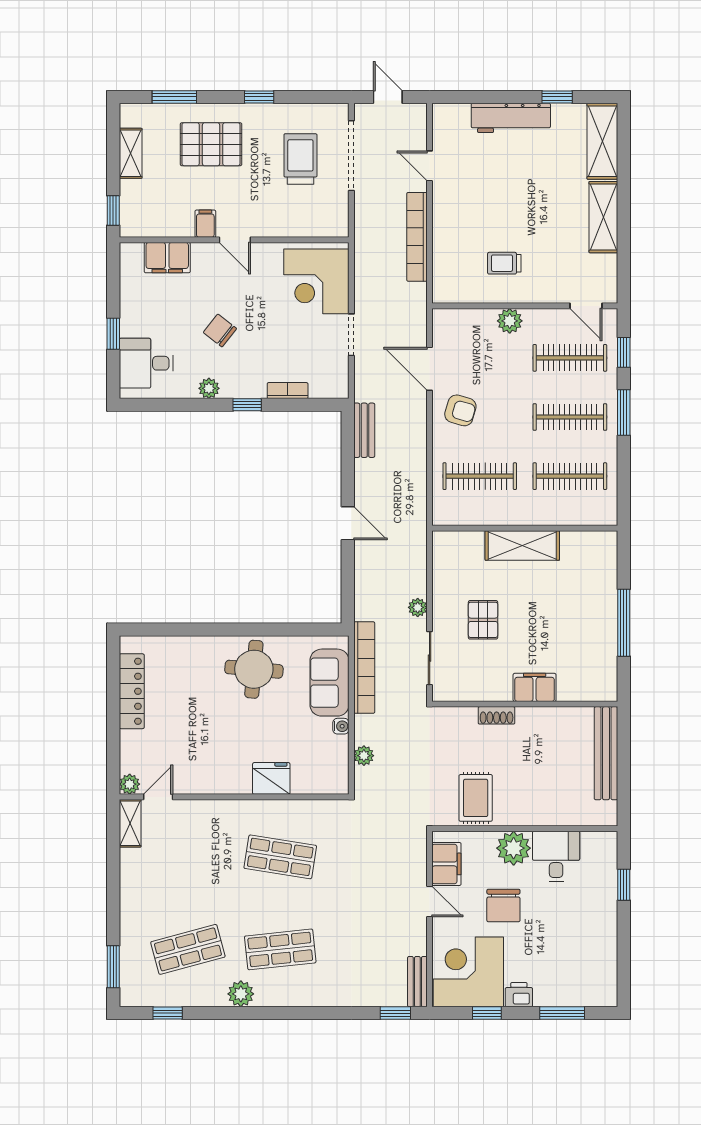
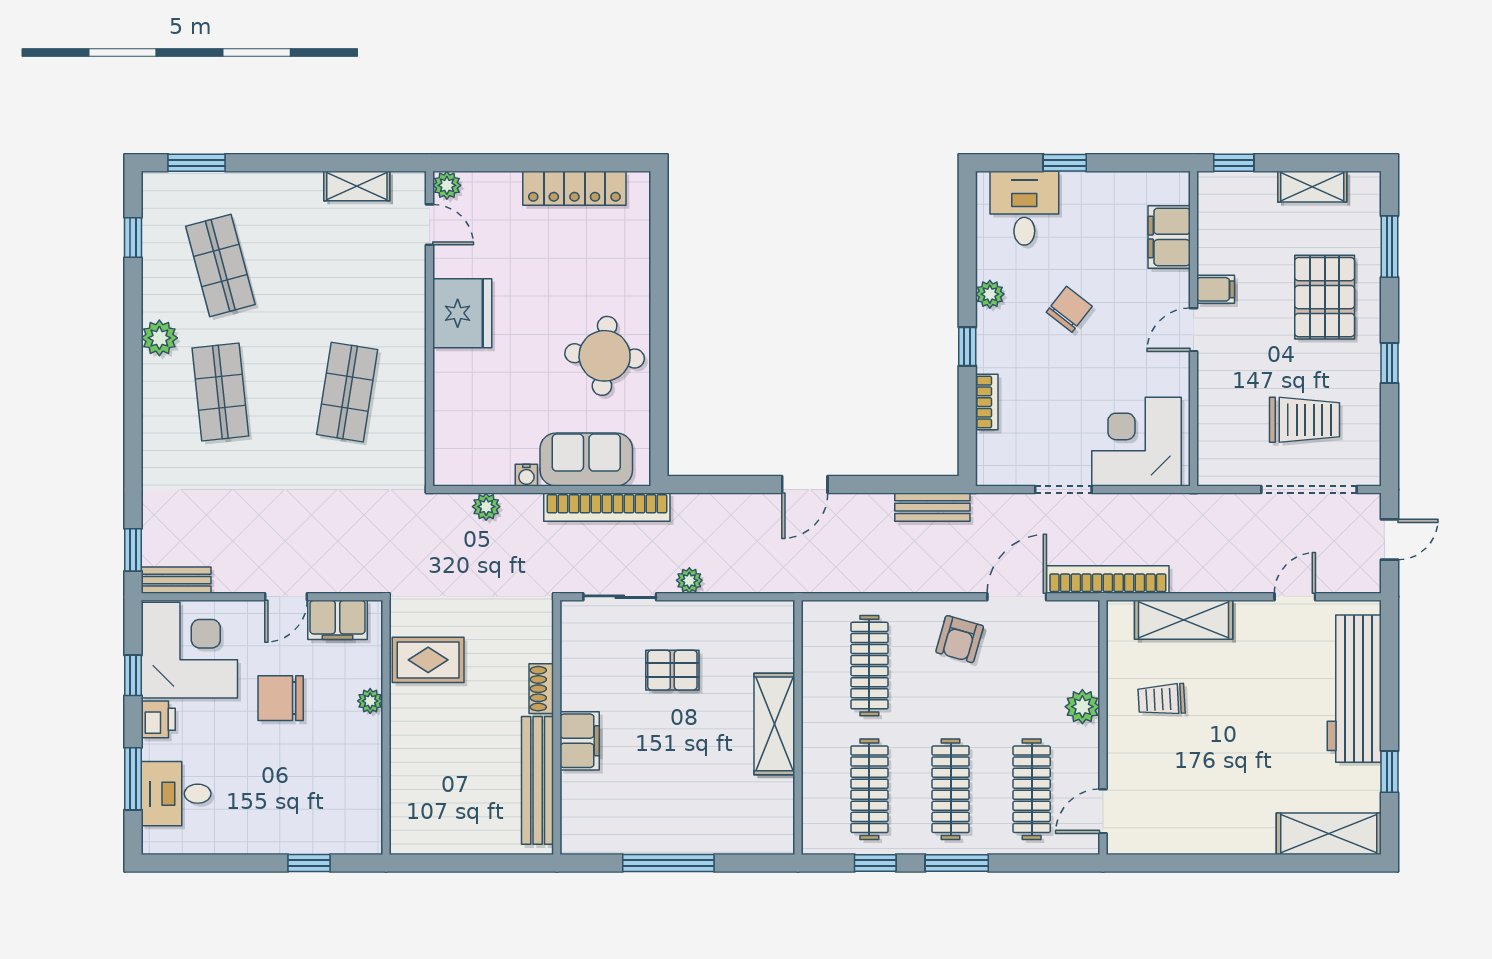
workbench: (511, 118) -> (1354, 689), width x1.36, depth x1.32
shelving: (603, 217) -> (1184, 620), moved
bookcase: (417, 237) -> (1108, 580), moved
trolley: (504, 263) -> (1161, 699), turned -93
window: (624, 352) -> (875, 863), moved
bench: (606, 753) -> (538, 780), moved, turned 90
fridge: (271, 778) -> (462, 313), moved, width x1.36, depth x1.34
shelving: (130, 823) -> (357, 186), moved
plant: (514, 848) -> (370, 701), width x0.53, depth x0.53
desk: (556, 856) -> (176, 794), moved, turned 180

